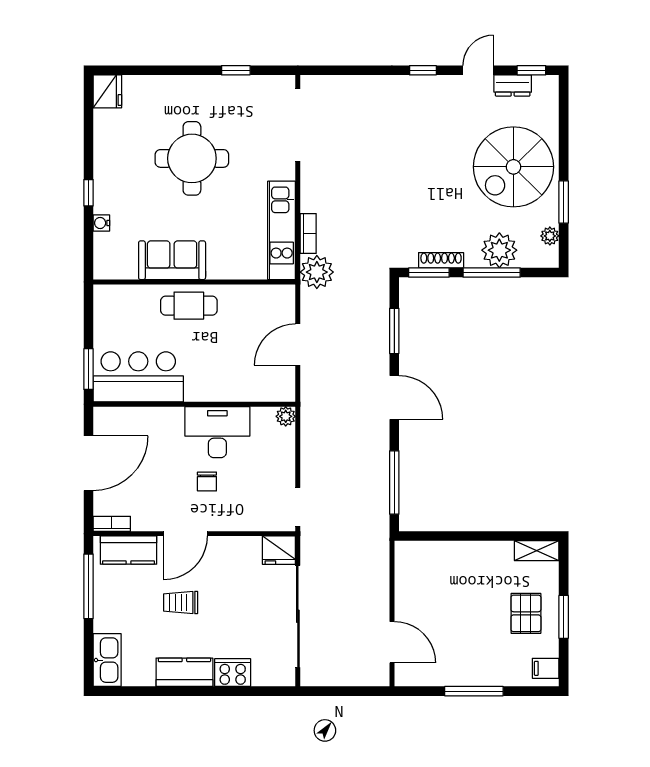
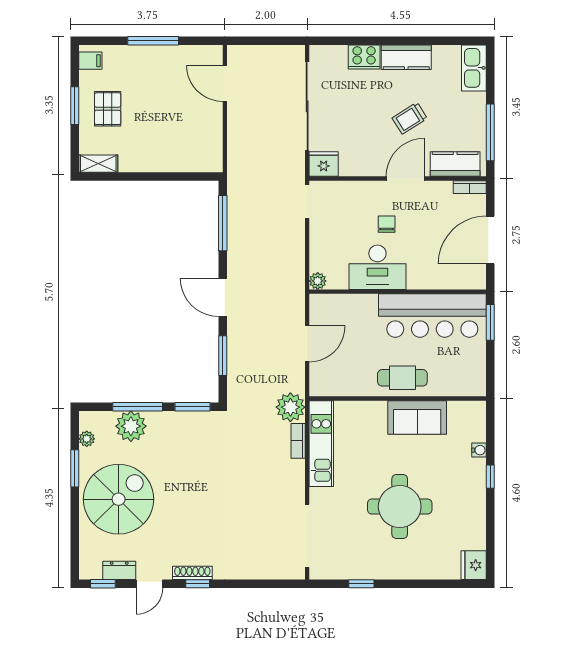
shoe rack: (441, 260) -> (192, 573), moved, turned 180
bar counter: (138, 377) -> (432, 316), width x1.36
trolley: (181, 602) -> (410, 118), turned 148

